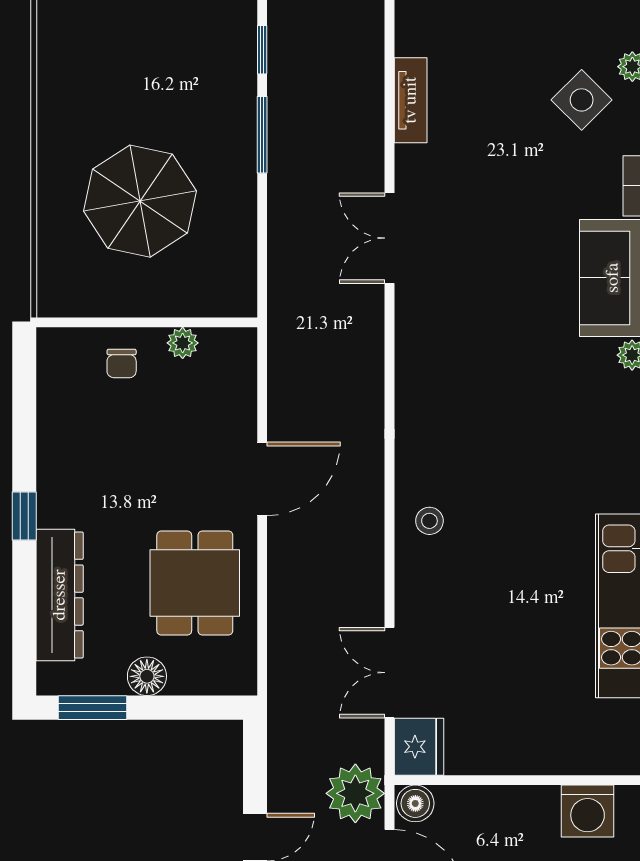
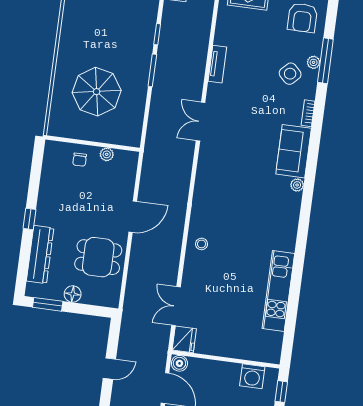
dining table: (195, 583) -> (98, 257), turned 90
plant: (355, 793) -> (155, 356), removed

